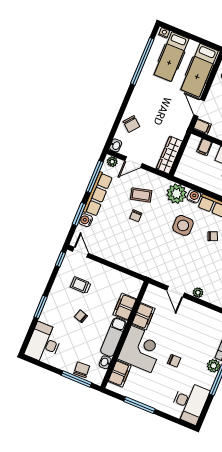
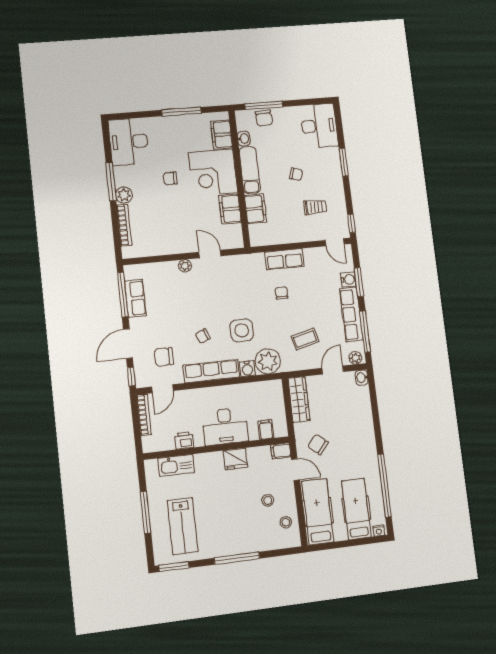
chair: (131, 124) -> (318, 445), moved
chair: (136, 216) -> (281, 293), moved
row of seats: (124, 260) -> (284, 259), added

